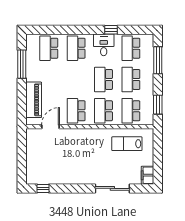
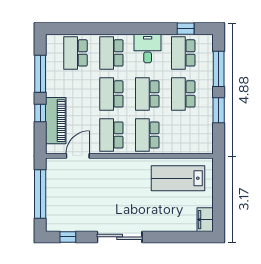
window: (111, 30) -> (186, 29), moved
window: (22, 94) -> (40, 113), added
window: (158, 105) -> (219, 110), moved
school desk: (131, 111) -> (111, 94), moved
lab bench: (127, 144) -> (178, 178), width x1.36, depth x1.39
window: (22, 156) -> (40, 194), added
sliding door: (112, 188) -> (120, 237), moved

